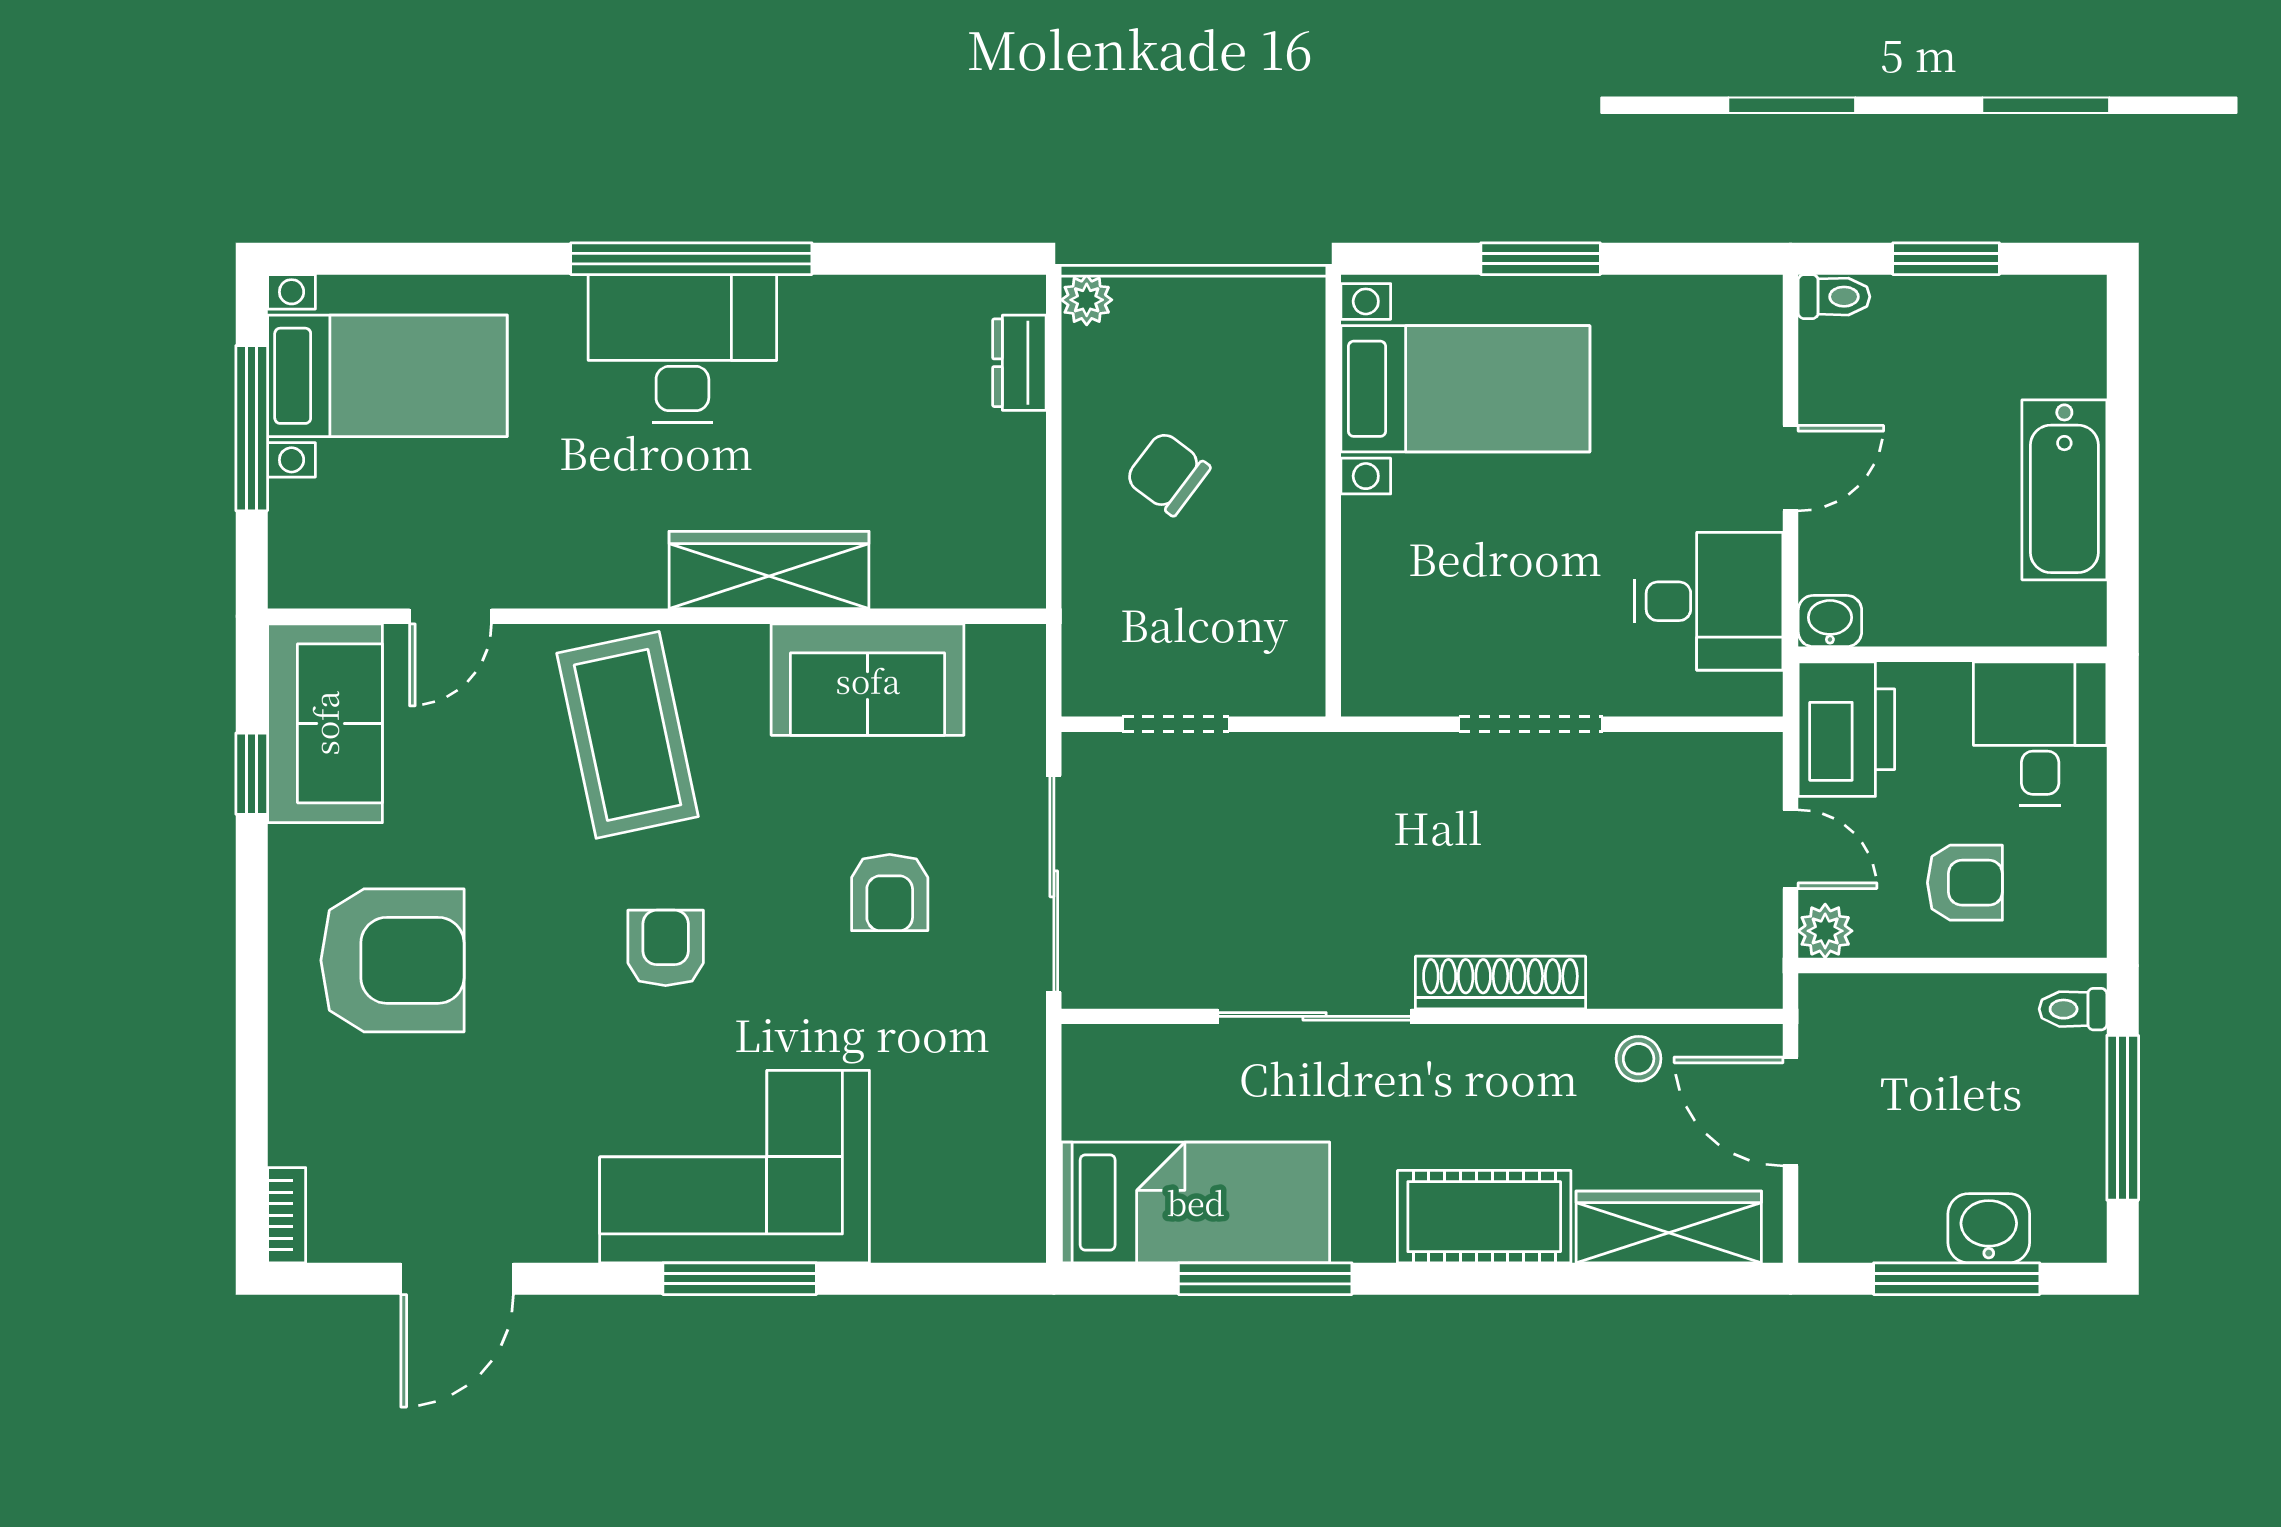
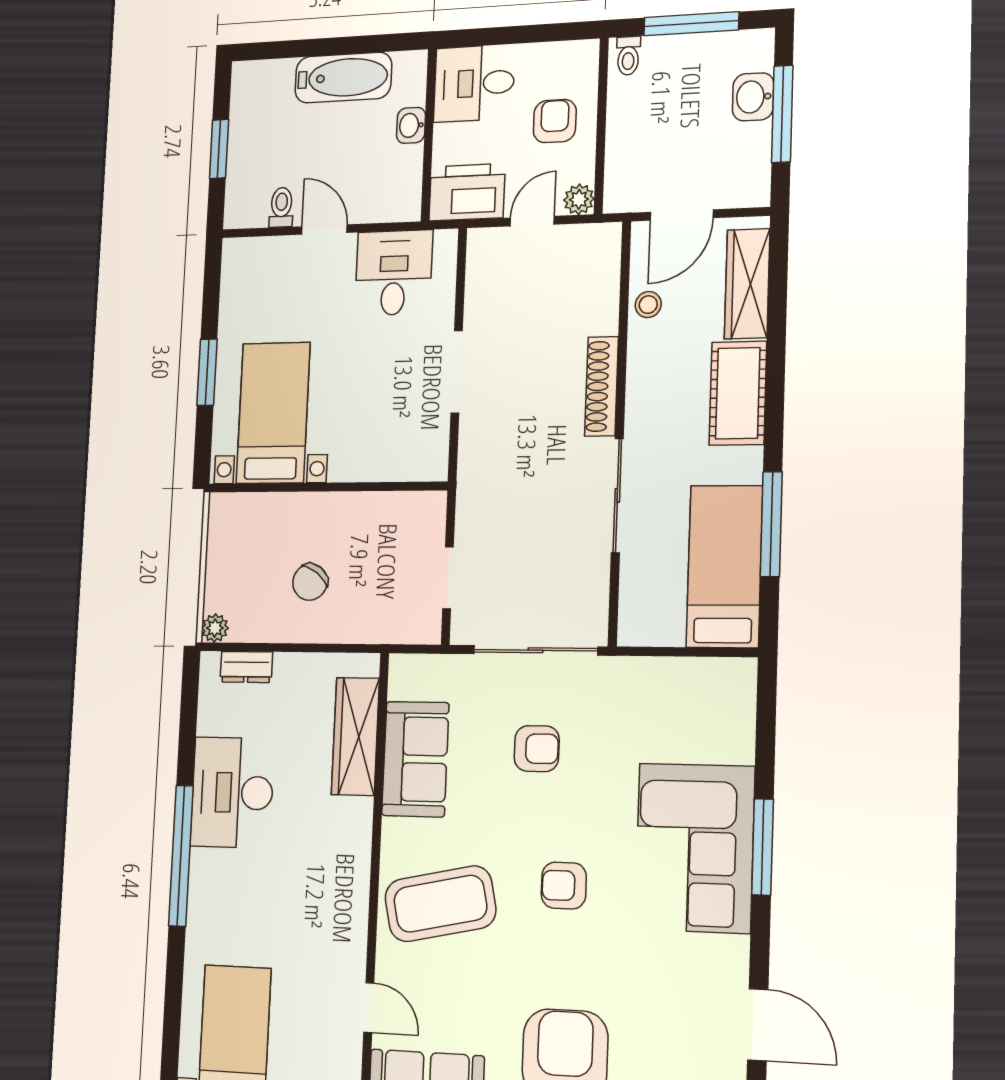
toilet: (1834, 297) -> (281, 207), moved
desk: (682, 349) -> (232, 793), moved
wardrobe: (769, 570) -> (355, 736), moved
washbasin: (1830, 621) -> (411, 125), moved

